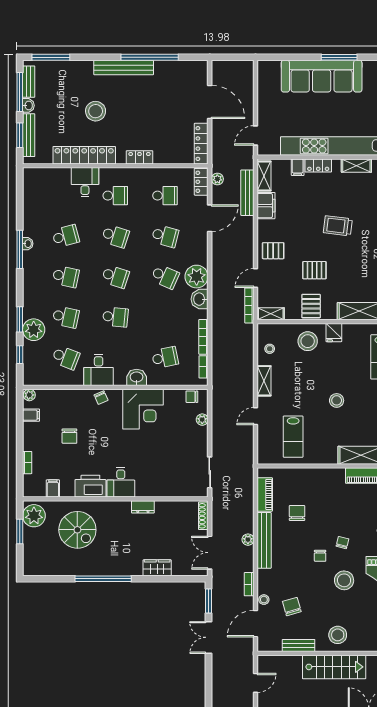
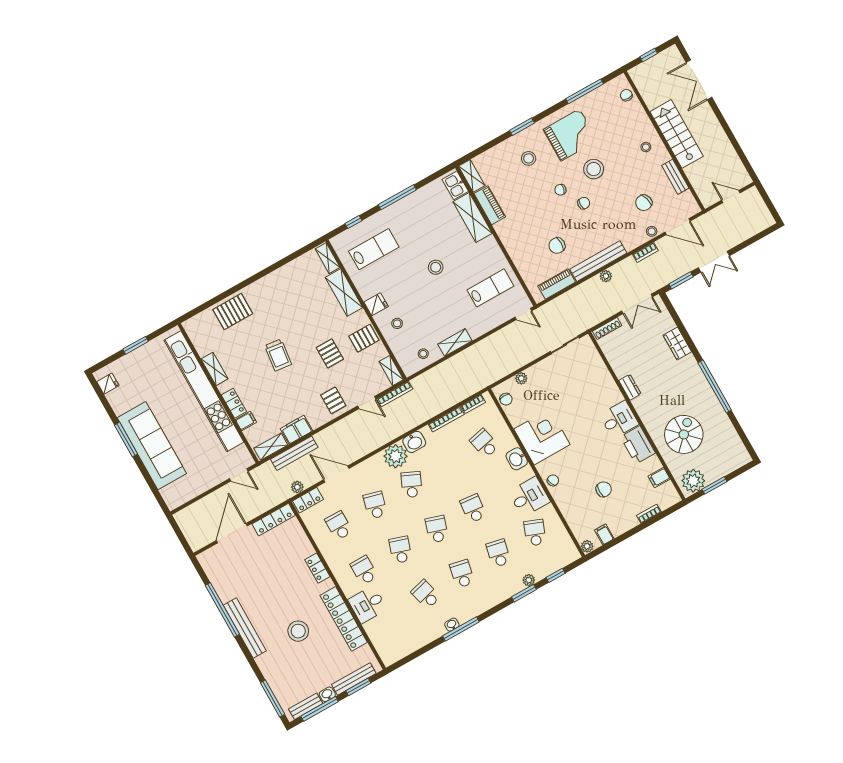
plant: (34, 330) -> (529, 580), width x0.53, depth x0.53
stool: (308, 341) -> (397, 323), width x0.53, depth x0.53
door: (255, 416) -> (523, 314), moved
stool: (338, 635) -> (646, 147), width x0.53, depth x0.53

